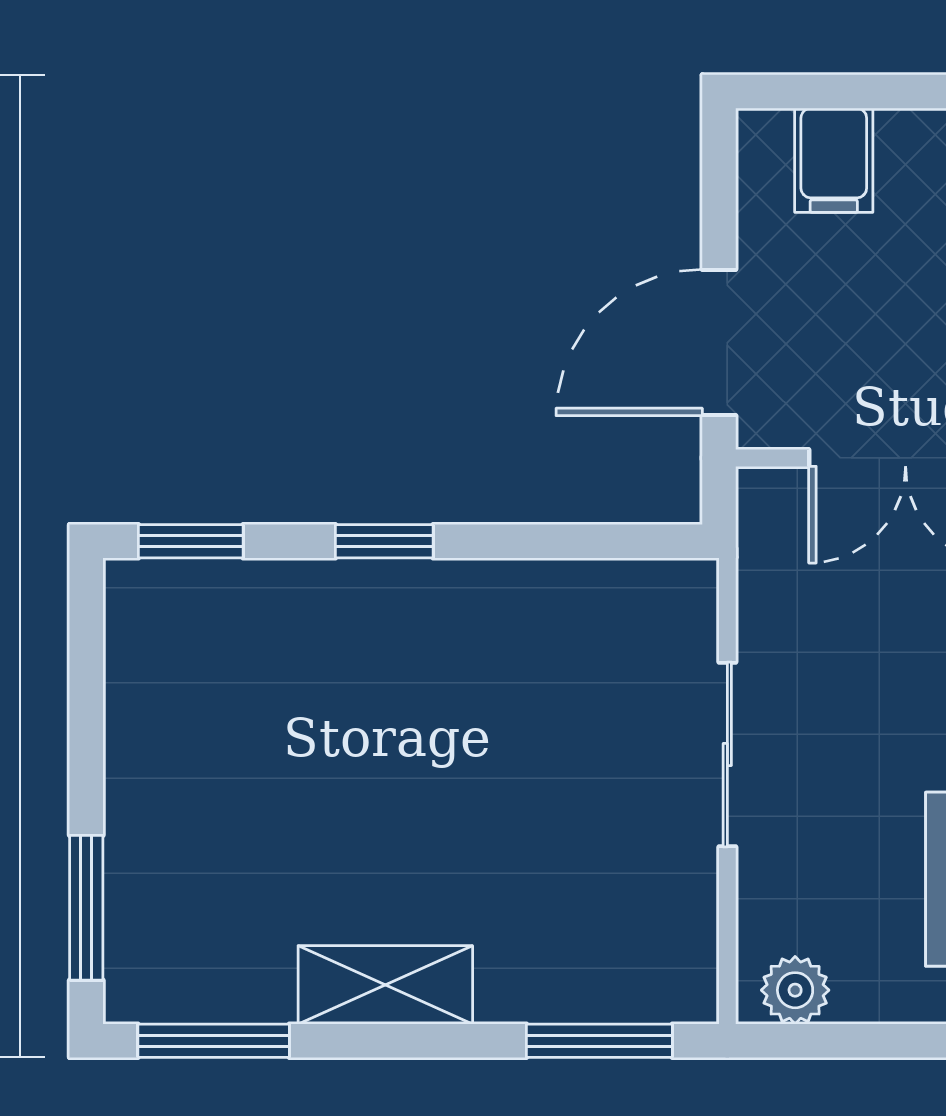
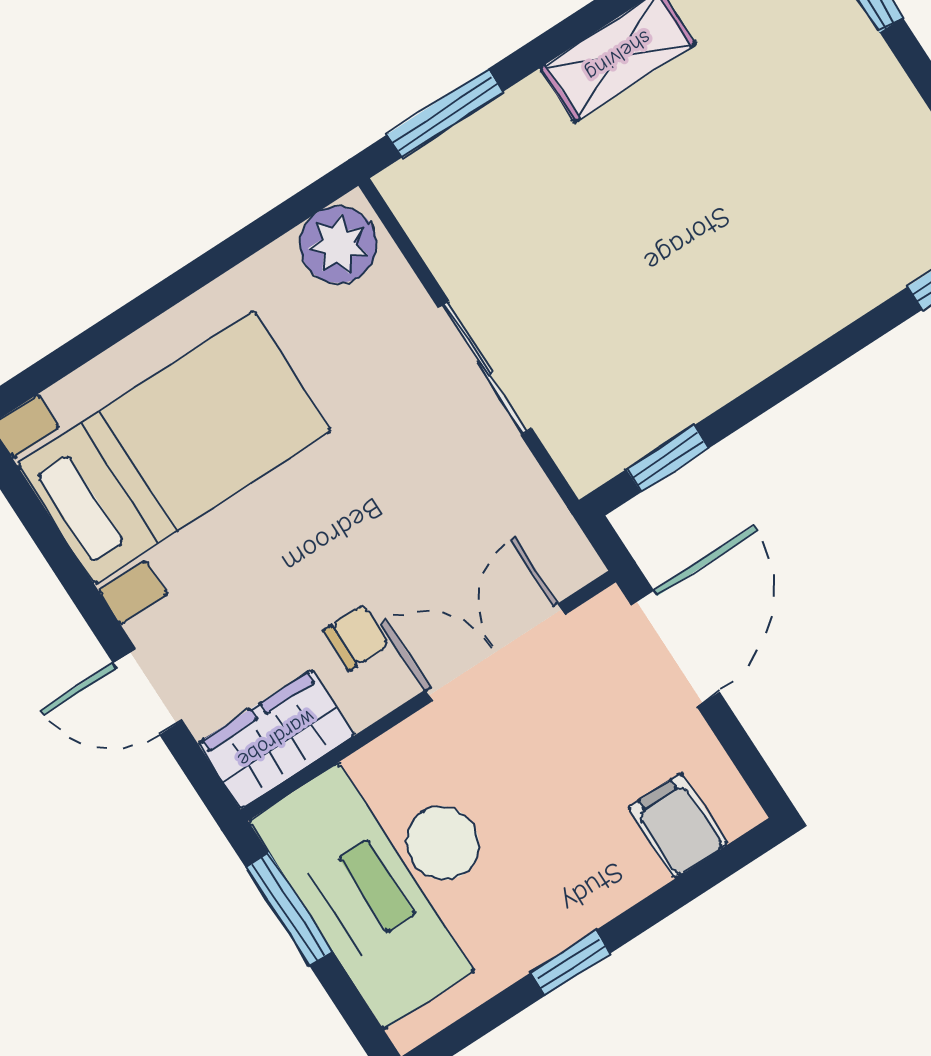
window: (384, 541) -> (668, 459), moved
plant: (795, 990) -> (338, 245), width x1.38, depth x1.38

